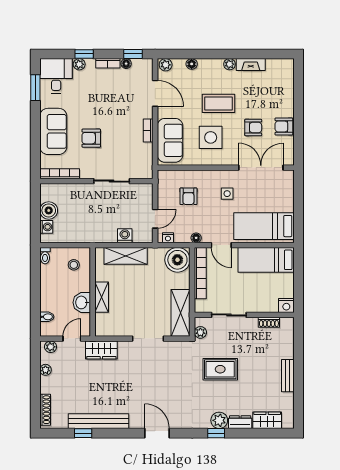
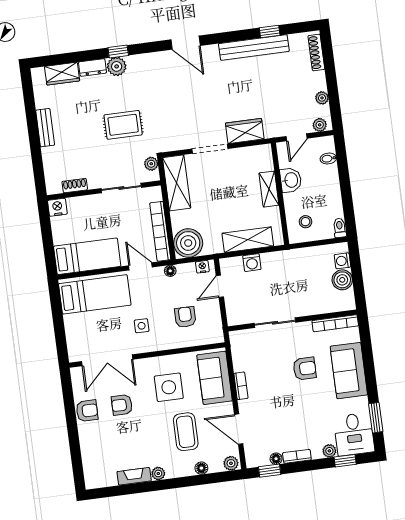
window: (84, 54) -> (345, 461), moved
coffee table: (219, 103) -> (186, 432), moved, turned 90
wardrobe: (101, 350) -> (245, 131), moved

